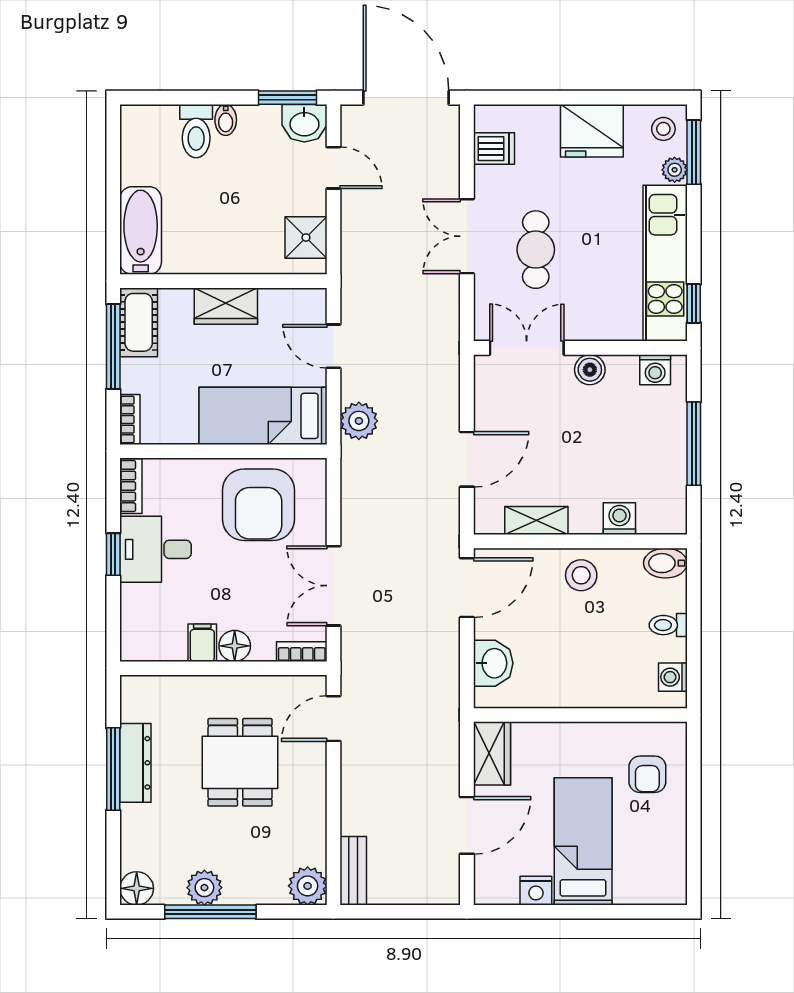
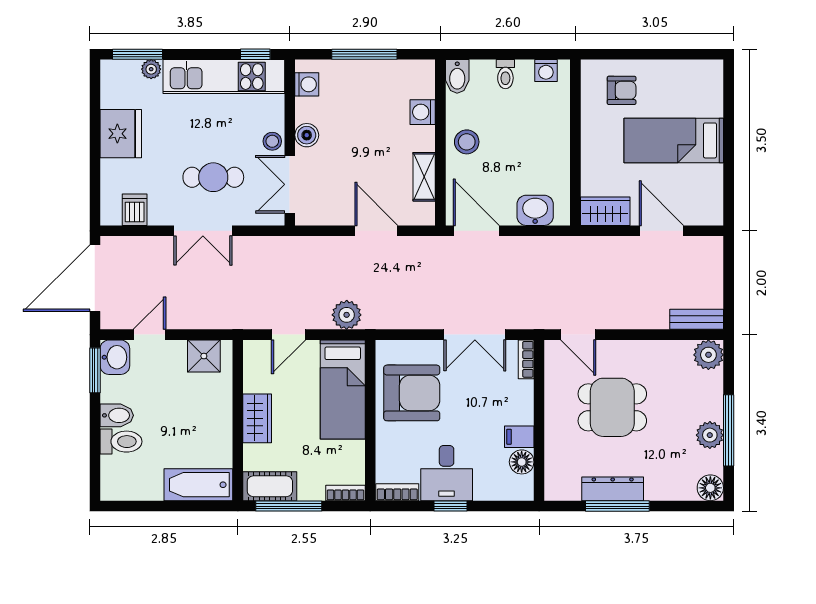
bidet: (226, 120) -> (117, 415), width x1.38, depth x1.36
stool: (663, 129) -> (272, 141), moved
floor lamp: (235, 646) -> (522, 462), moved
nightstand: (536, 891) -> (712, 177), removed

